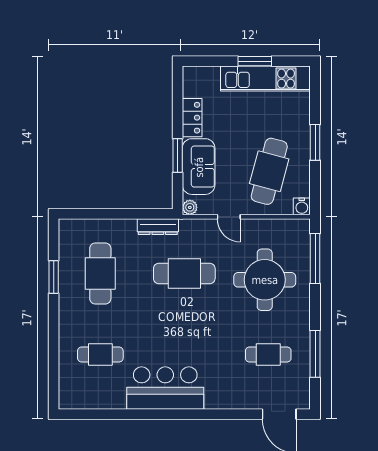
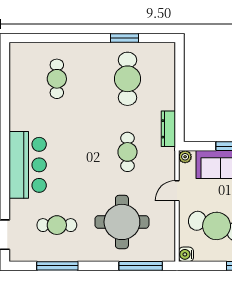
cafe table: (100, 273) -> (127, 79), turned 90
cafe table: (184, 273) -> (127, 152), width x0.73, depth x0.74
cafe table: (268, 355) -> (57, 225), turned 90
bar counter: (165, 388) -> (28, 165), moved

